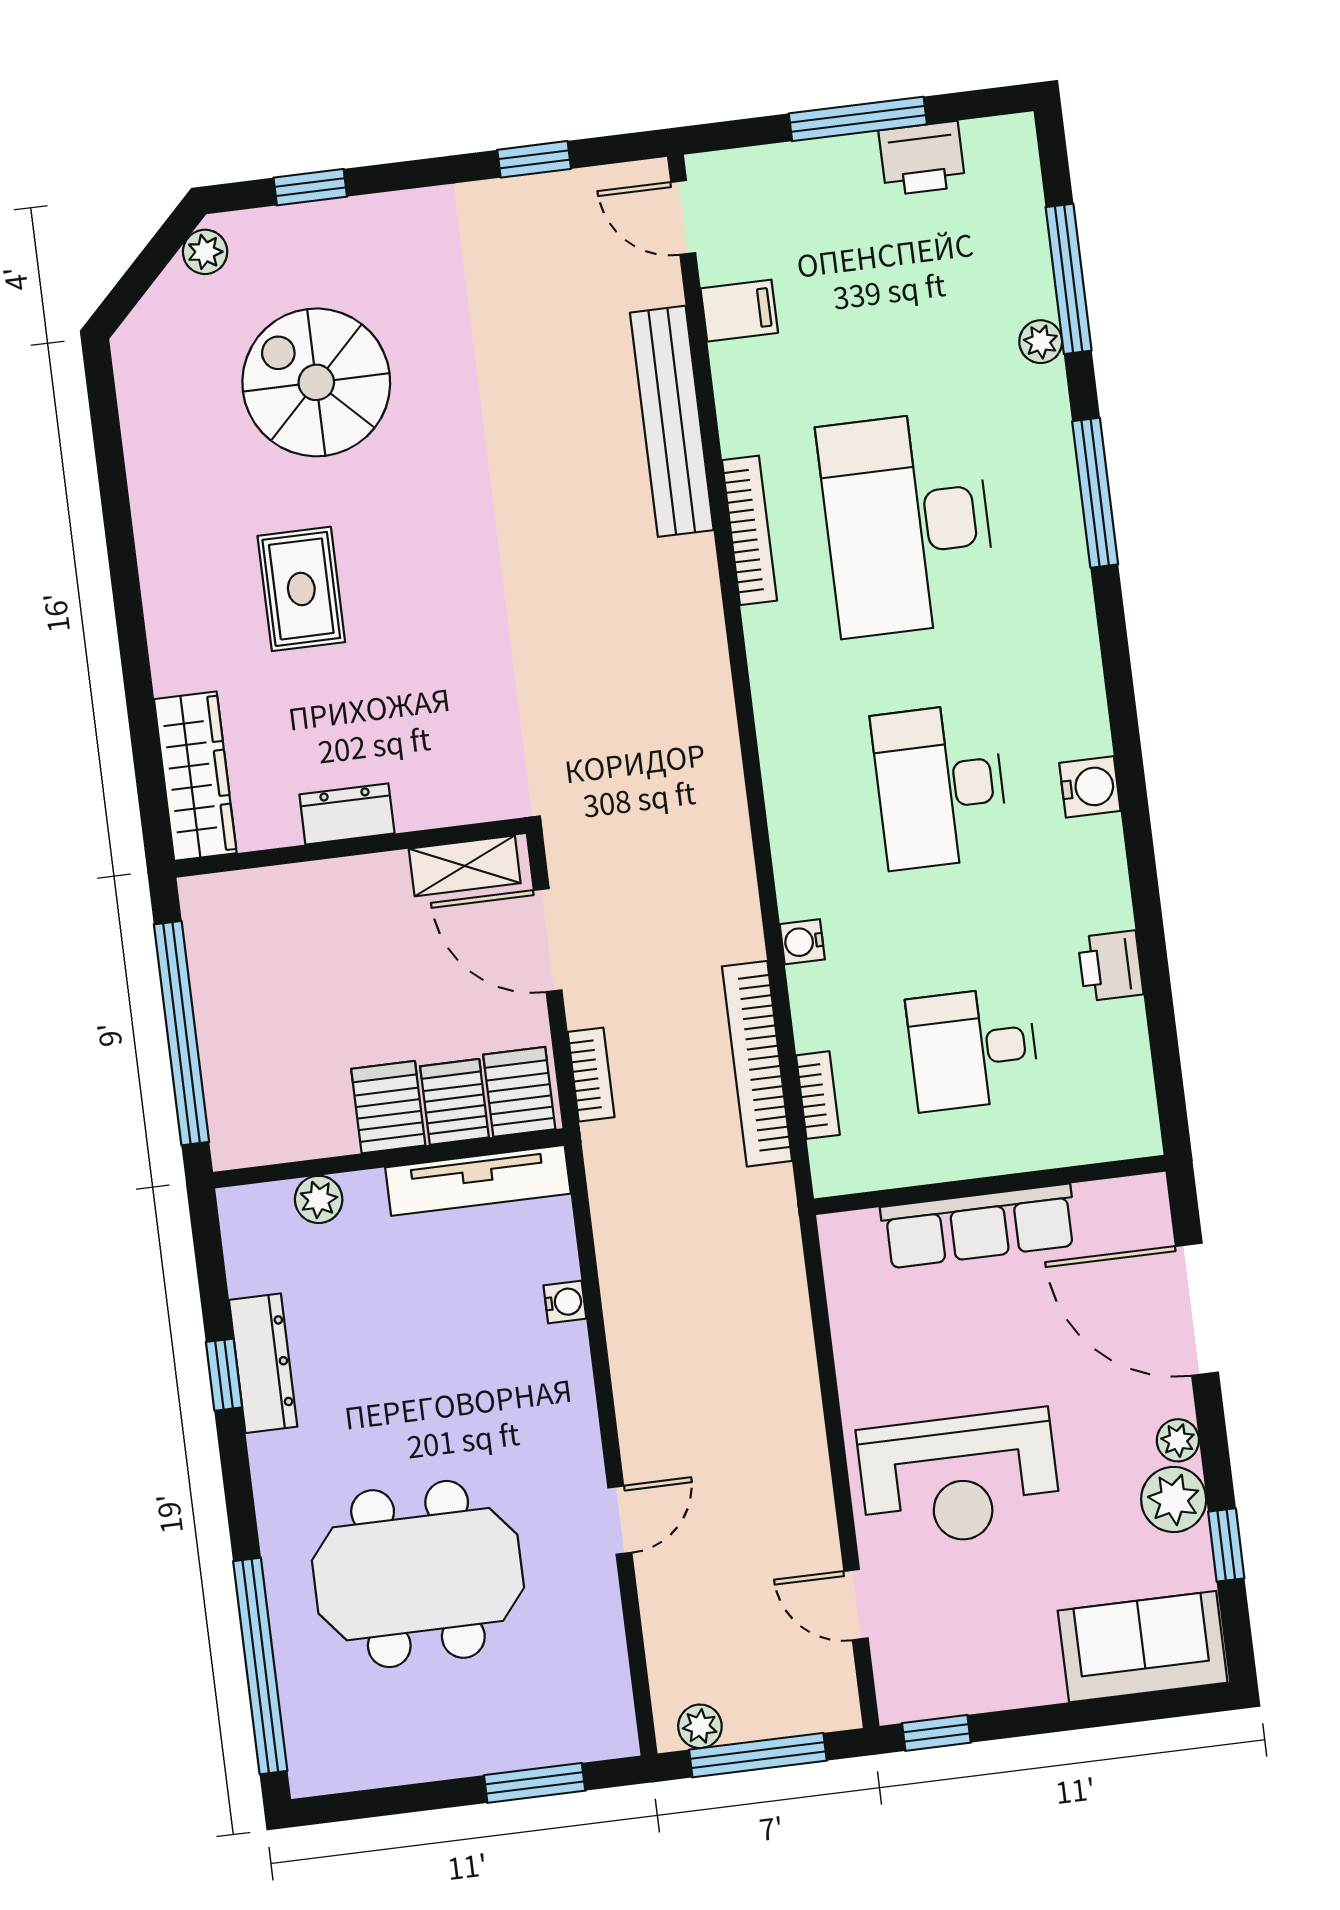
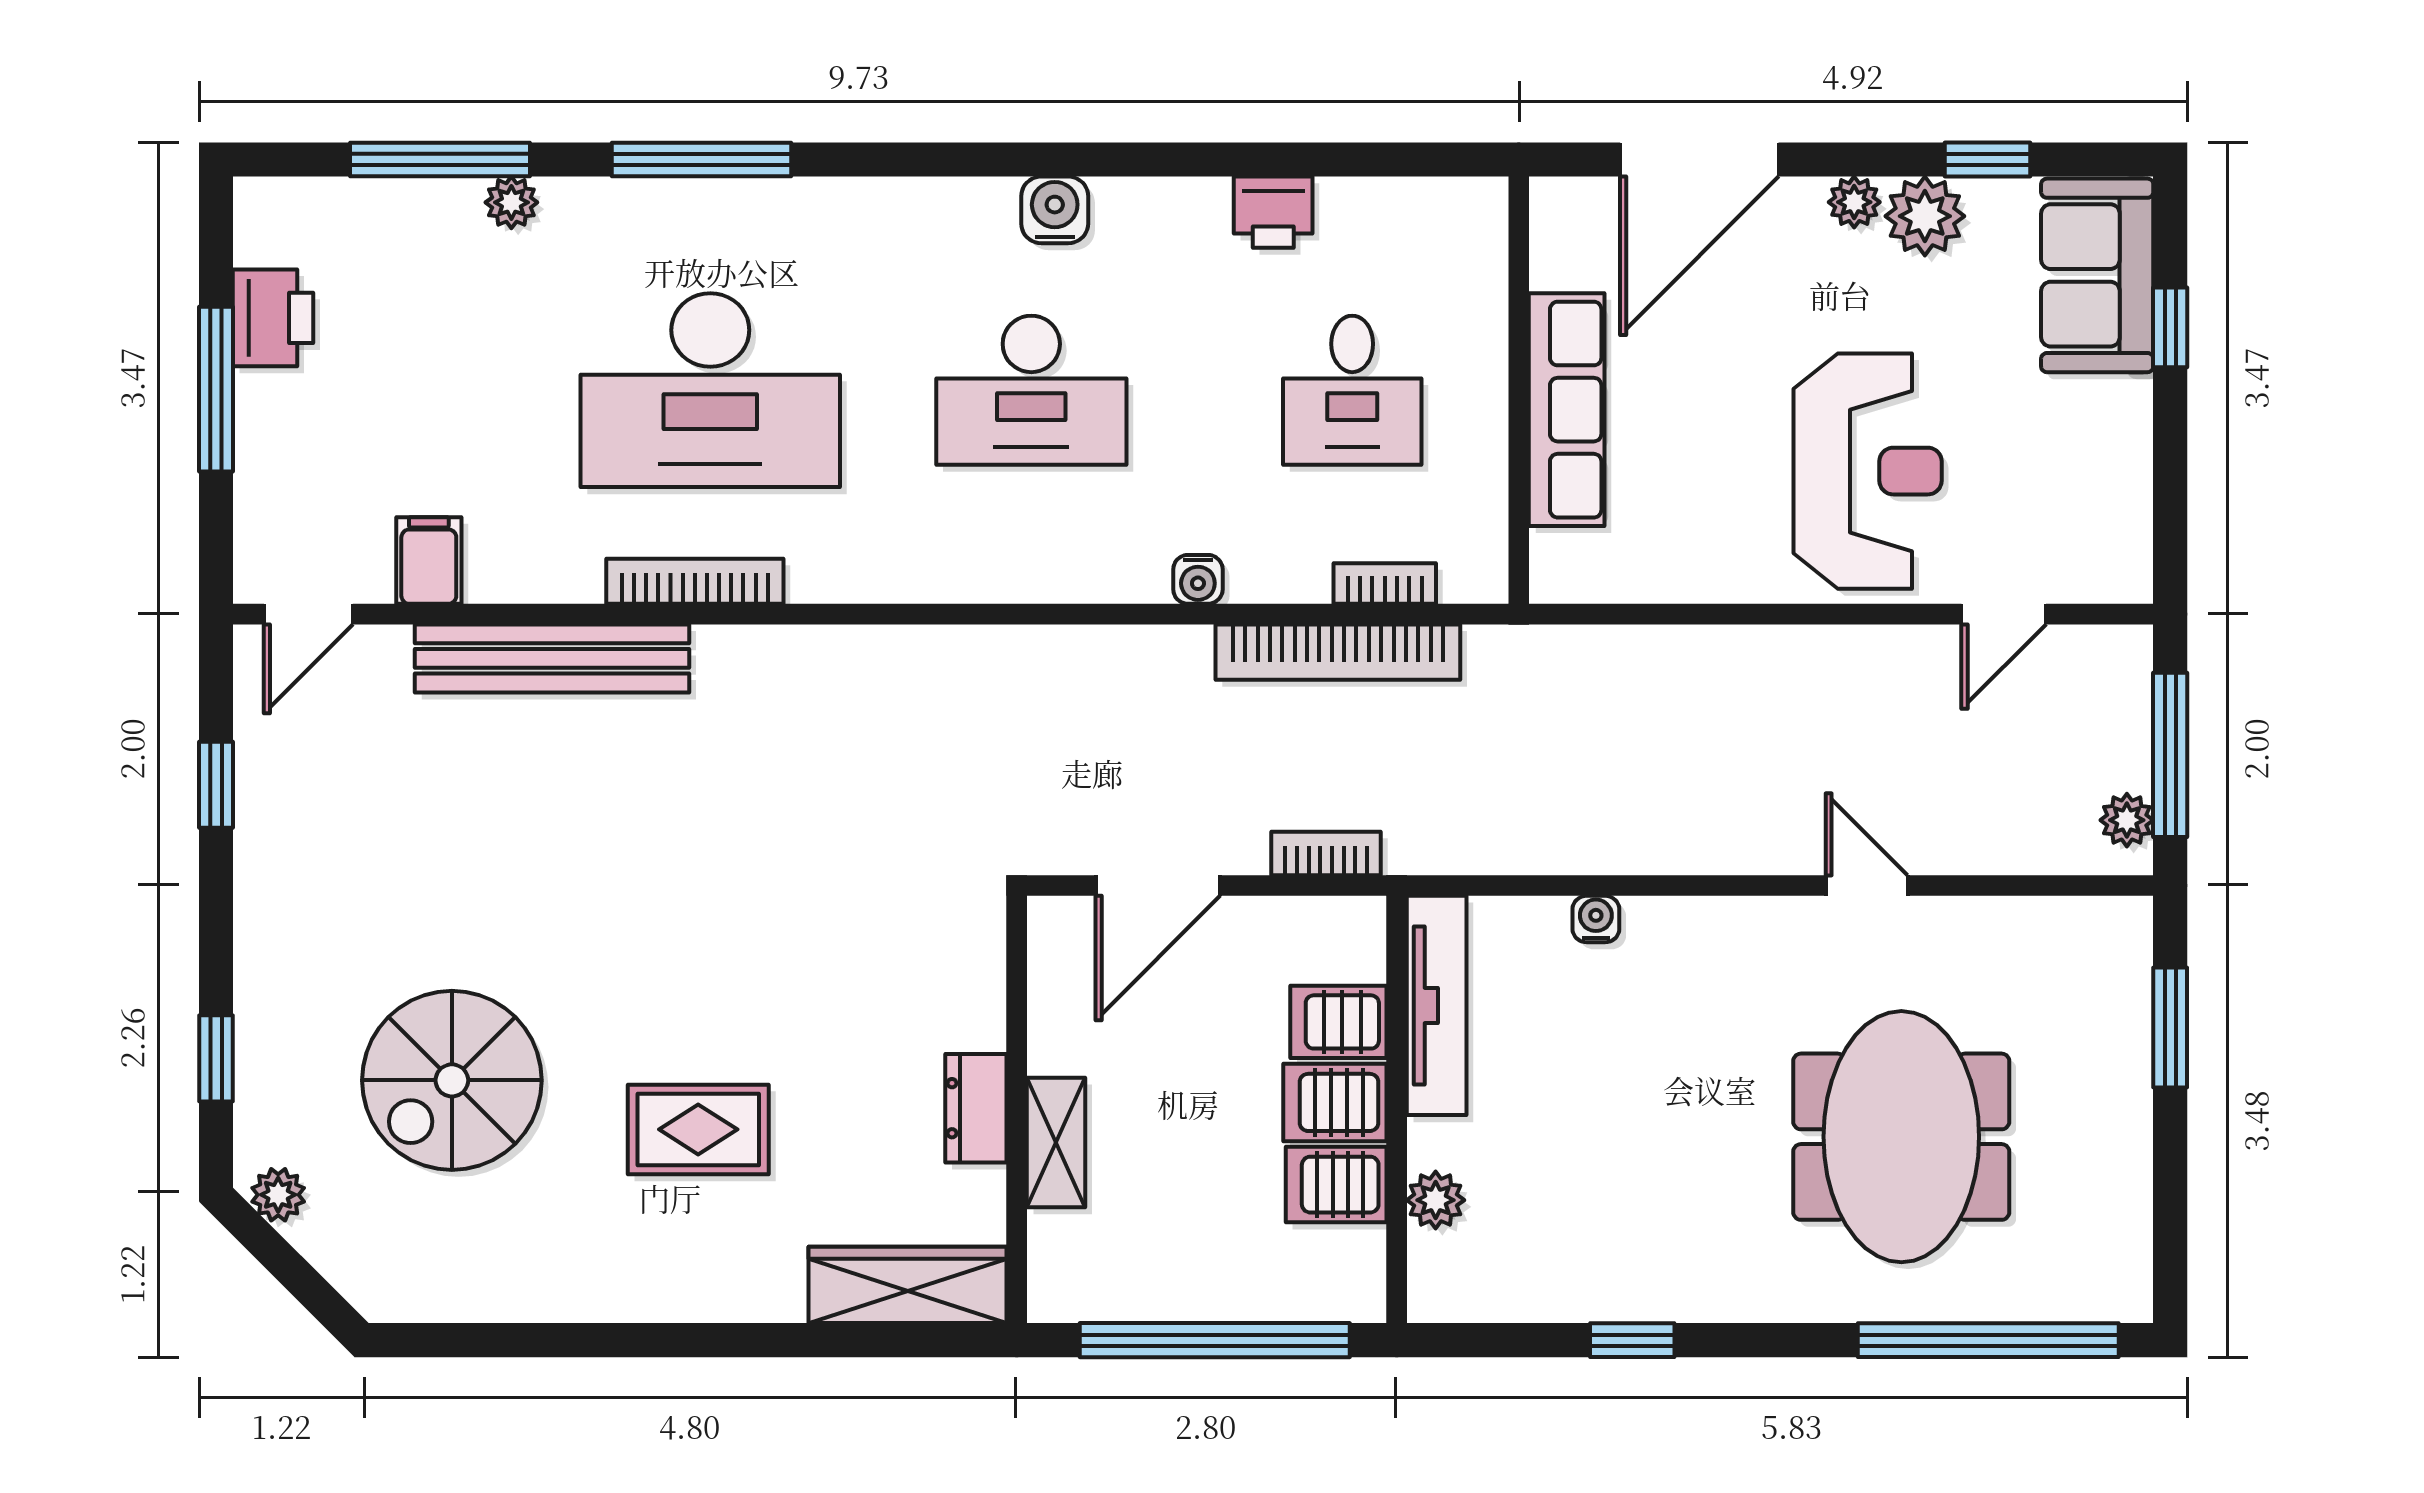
shelving: (465, 866) -> (1056, 1143), moved
server rack: (519, 1092) -> (1336, 1185), moved
dresser: (263, 1363) -> (1624, 1291), removed
window: (936, 1733) -> (2170, 327), moved

